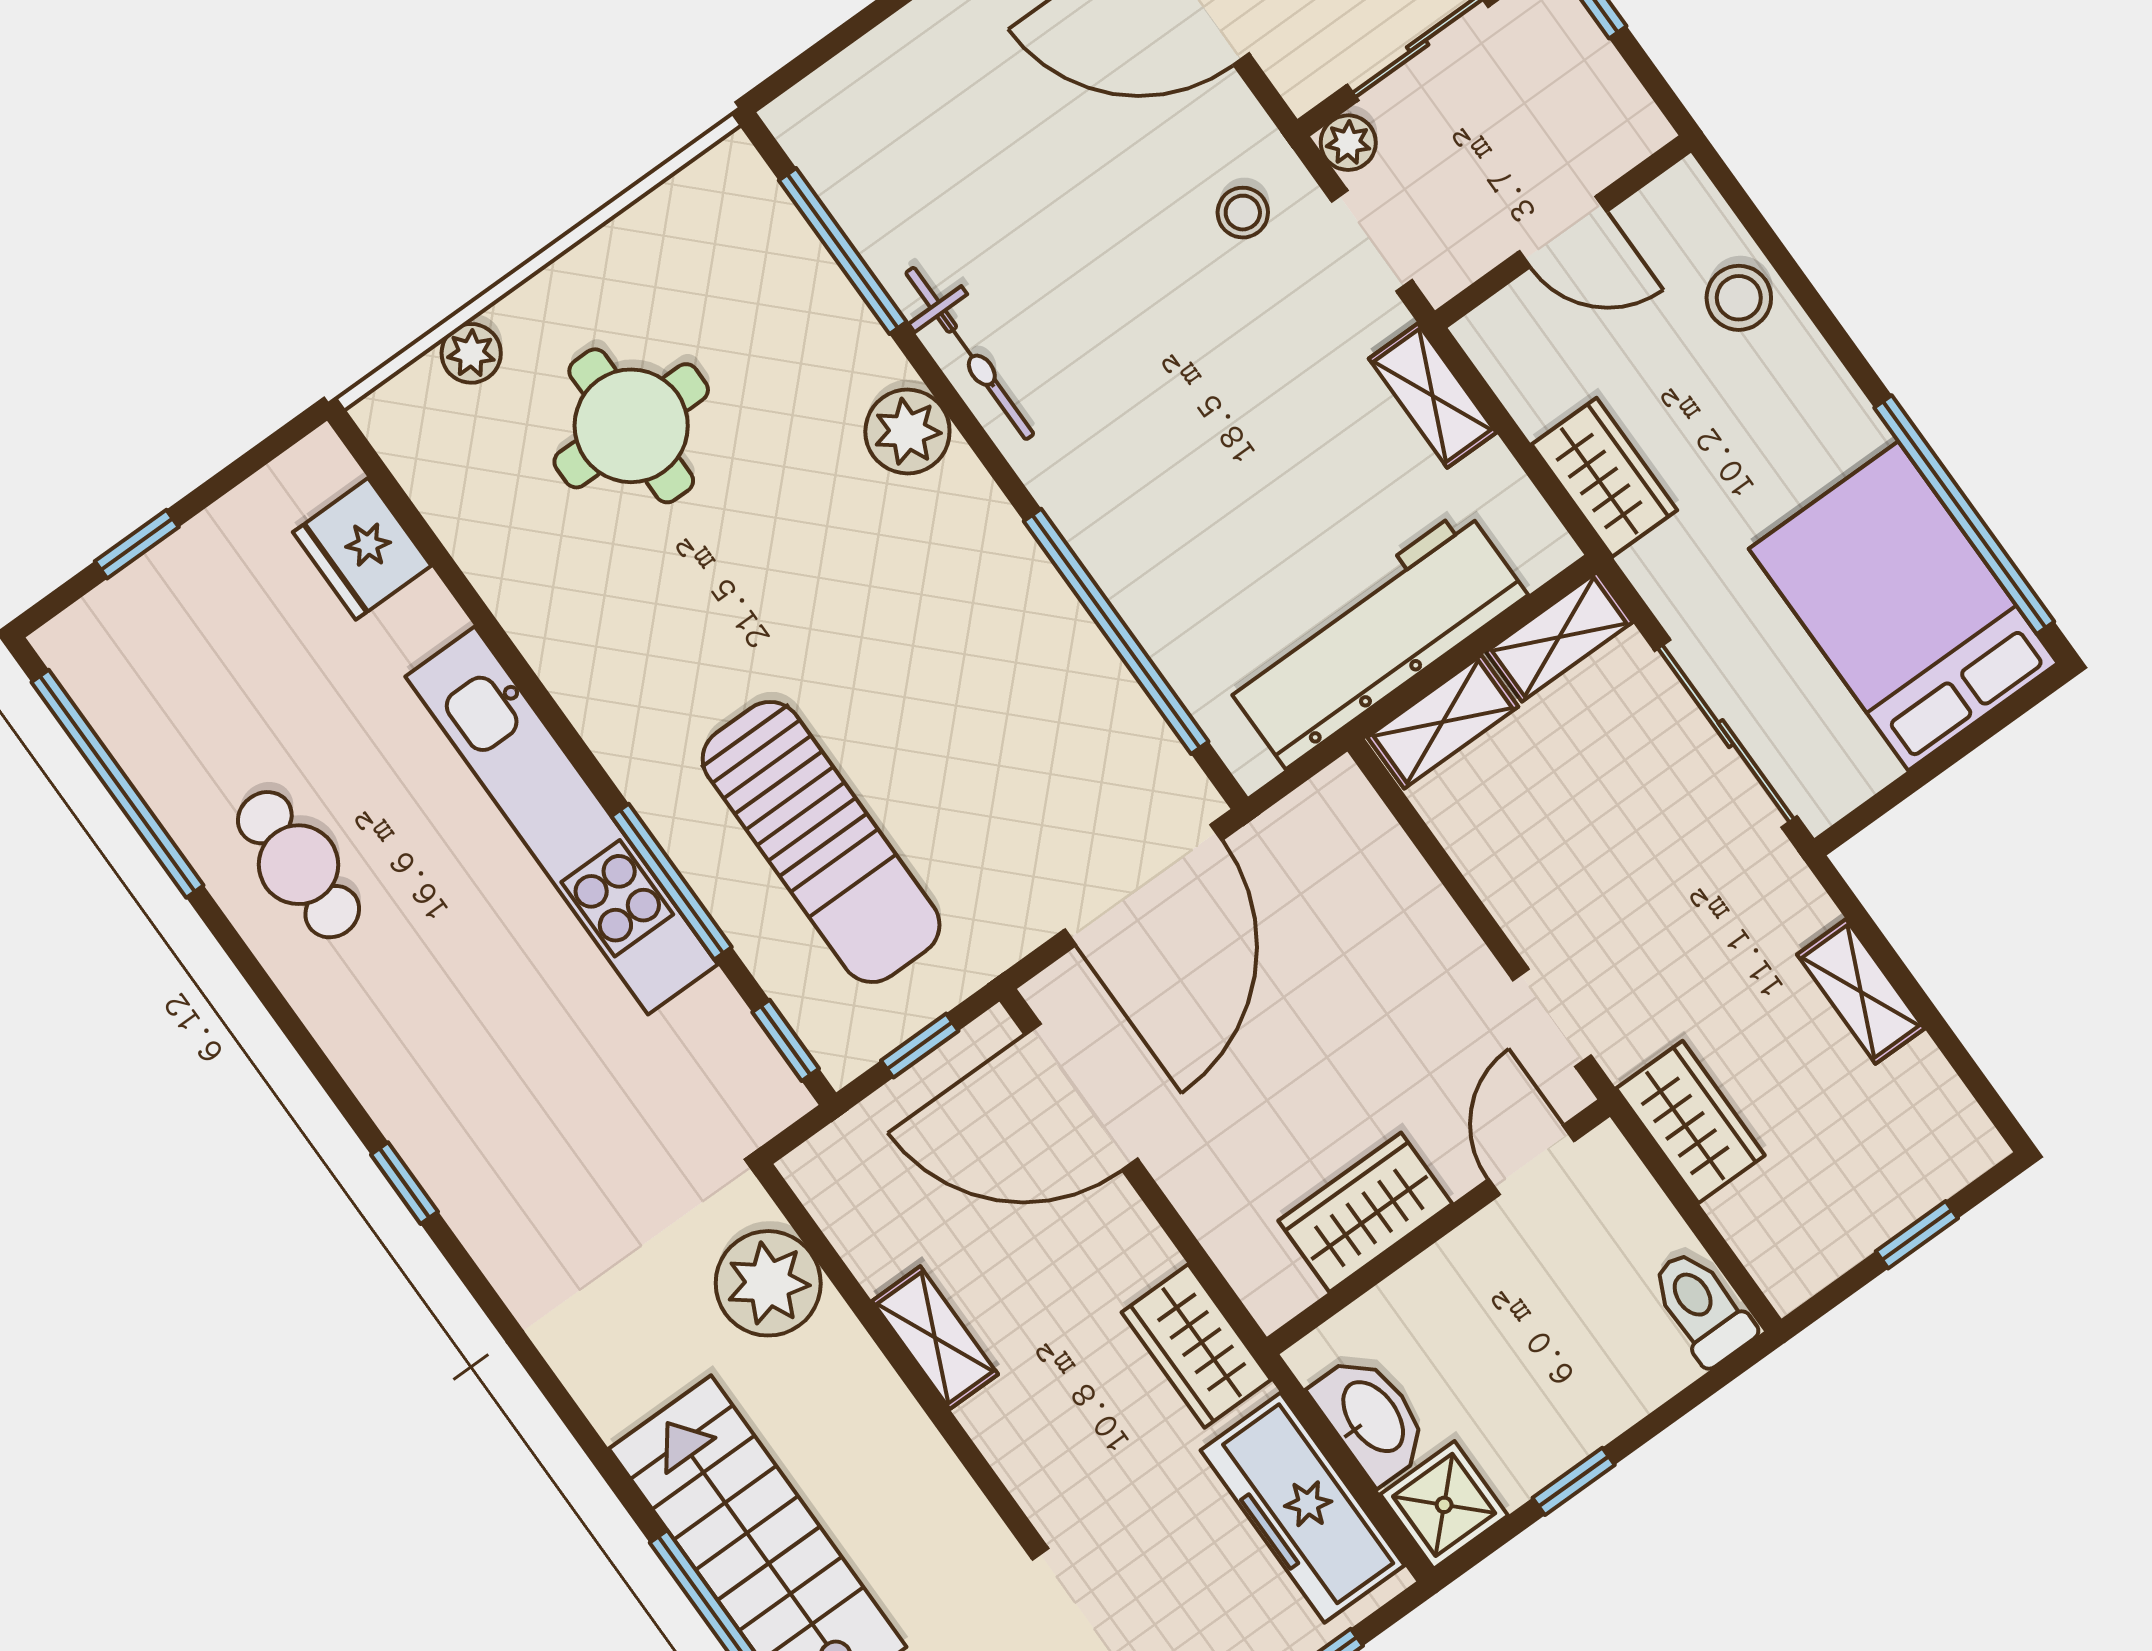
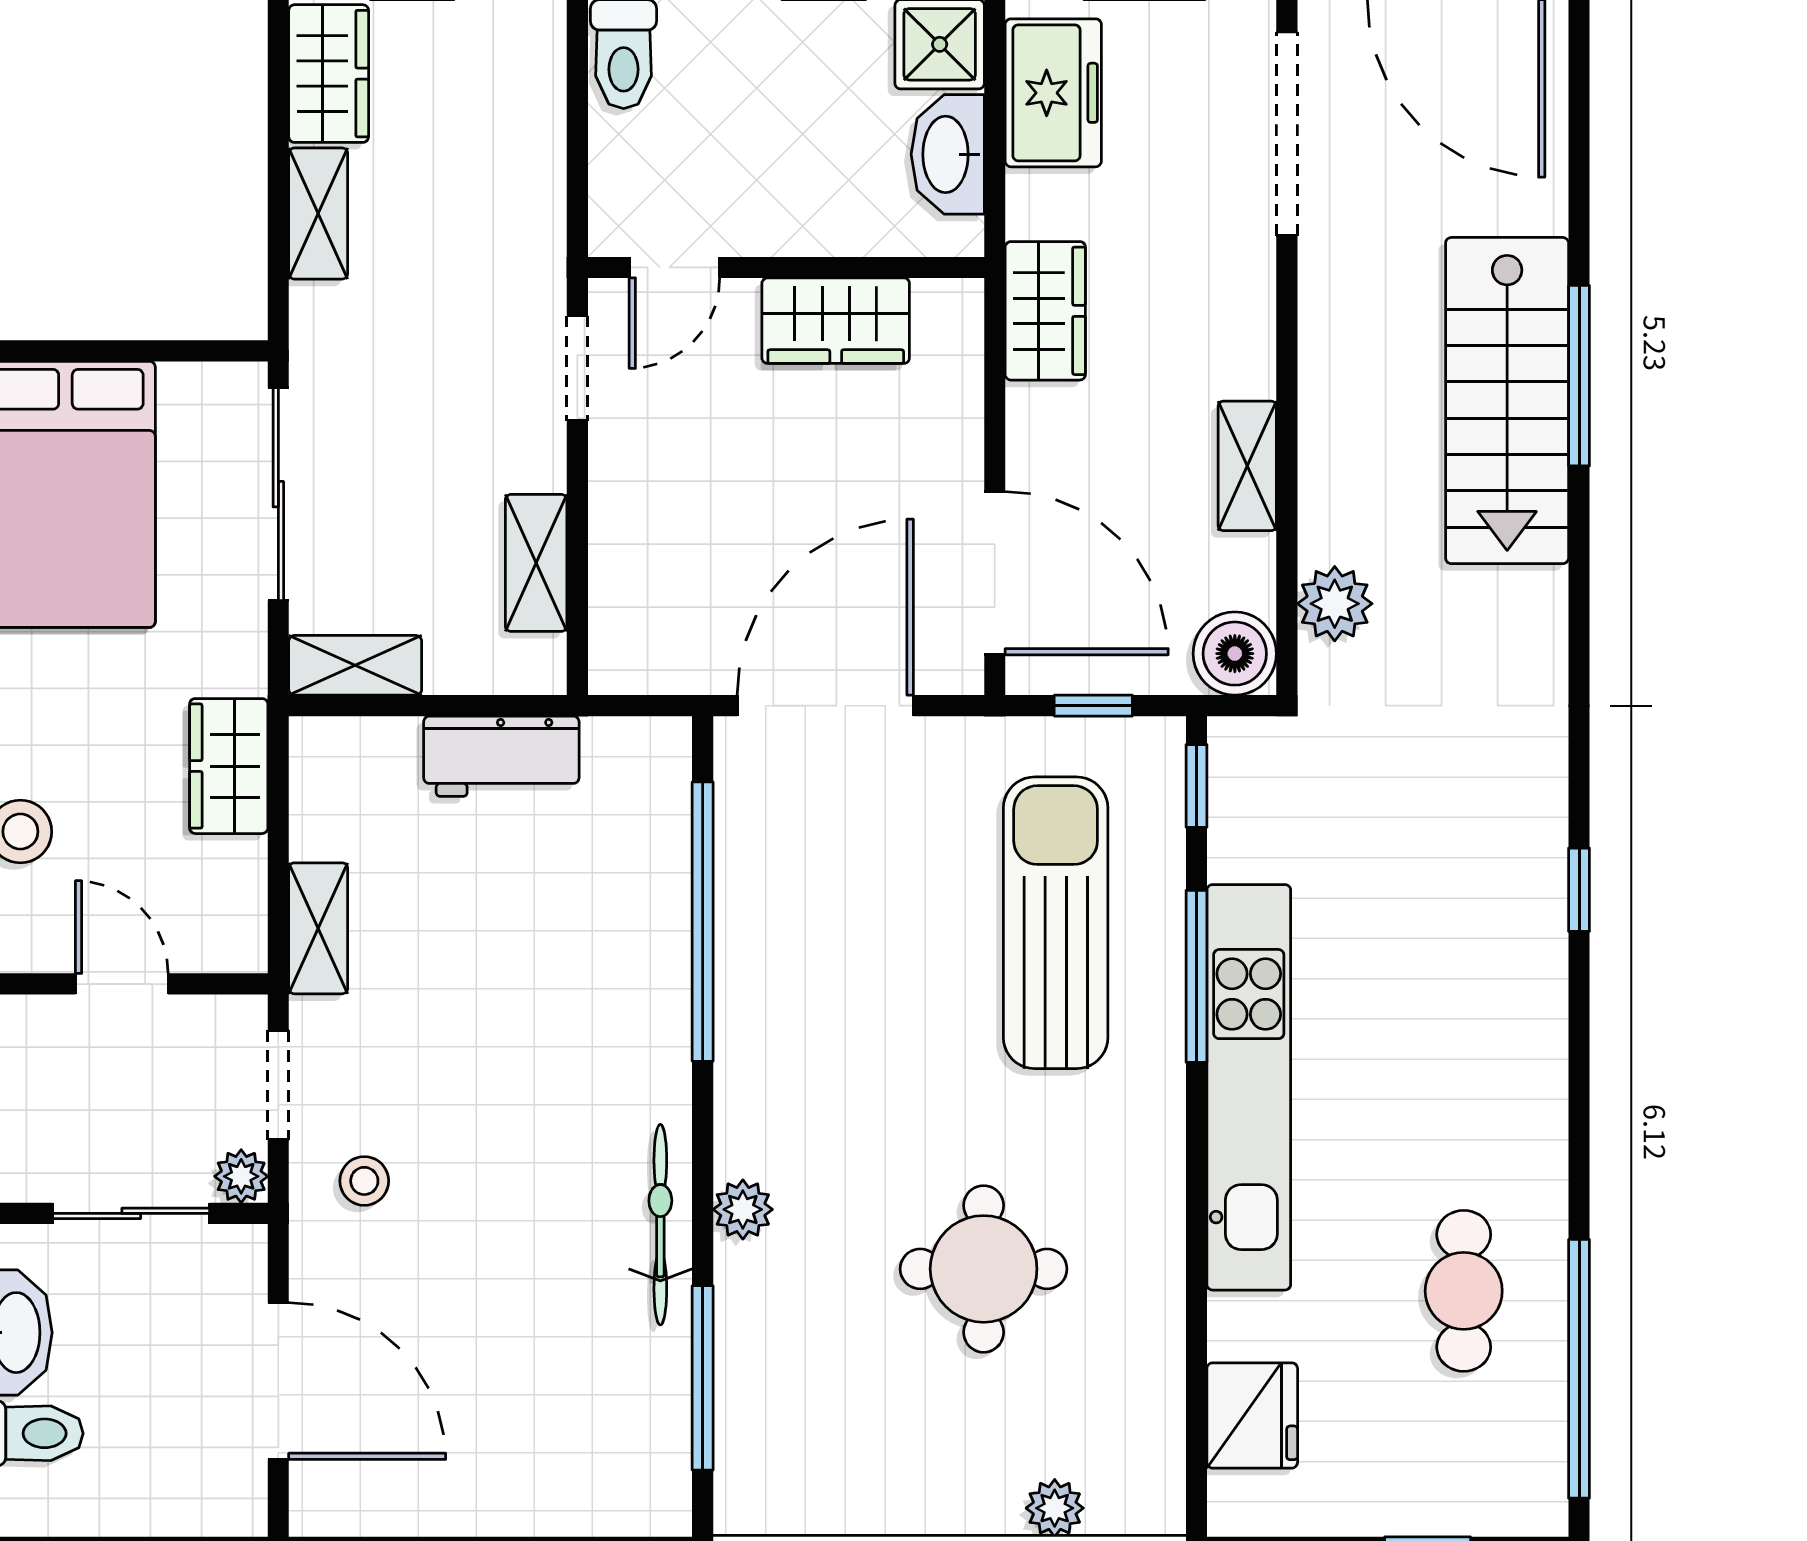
round table: (631, 426) -> (984, 1269), moved
plant: (907, 431) -> (743, 1209), width x0.73, depth x0.73
workbench: (1375, 638) -> (501, 756), width x0.53, depth x0.76
shelving: (1443, 722) -> (536, 563), moved, turned 90
cafe table: (299, 865) -> (1464, 1291), moved
wardrobe: (1690, 1122) -> (329, 74), moved, turned 180
boiler: (833, 1174) -> (1235, 654), added
plant: (768, 1283) -> (1335, 604), width x0.73, depth x0.73
freezer: (1303, 1508) -> (1053, 93), width x0.71

